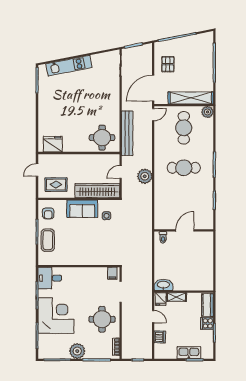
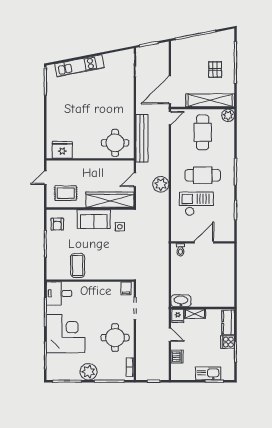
pallet: (168, 64) -> (215, 69), moved
checkout: (178, 194) -> (196, 204), added
coffee table: (48, 240) -> (78, 265), moved

